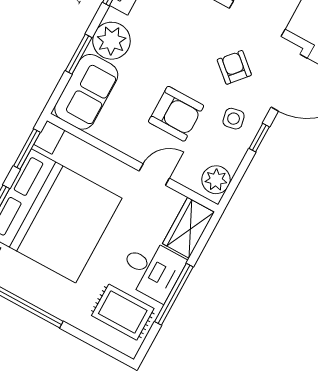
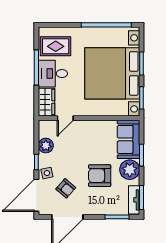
armchair: (176, 114) -> (100, 176), moved
side table: (234, 119) -> (47, 173), moved
door: (154, 175) -> (65, 118), moved
plant: (216, 180) -> (46, 146), moved

